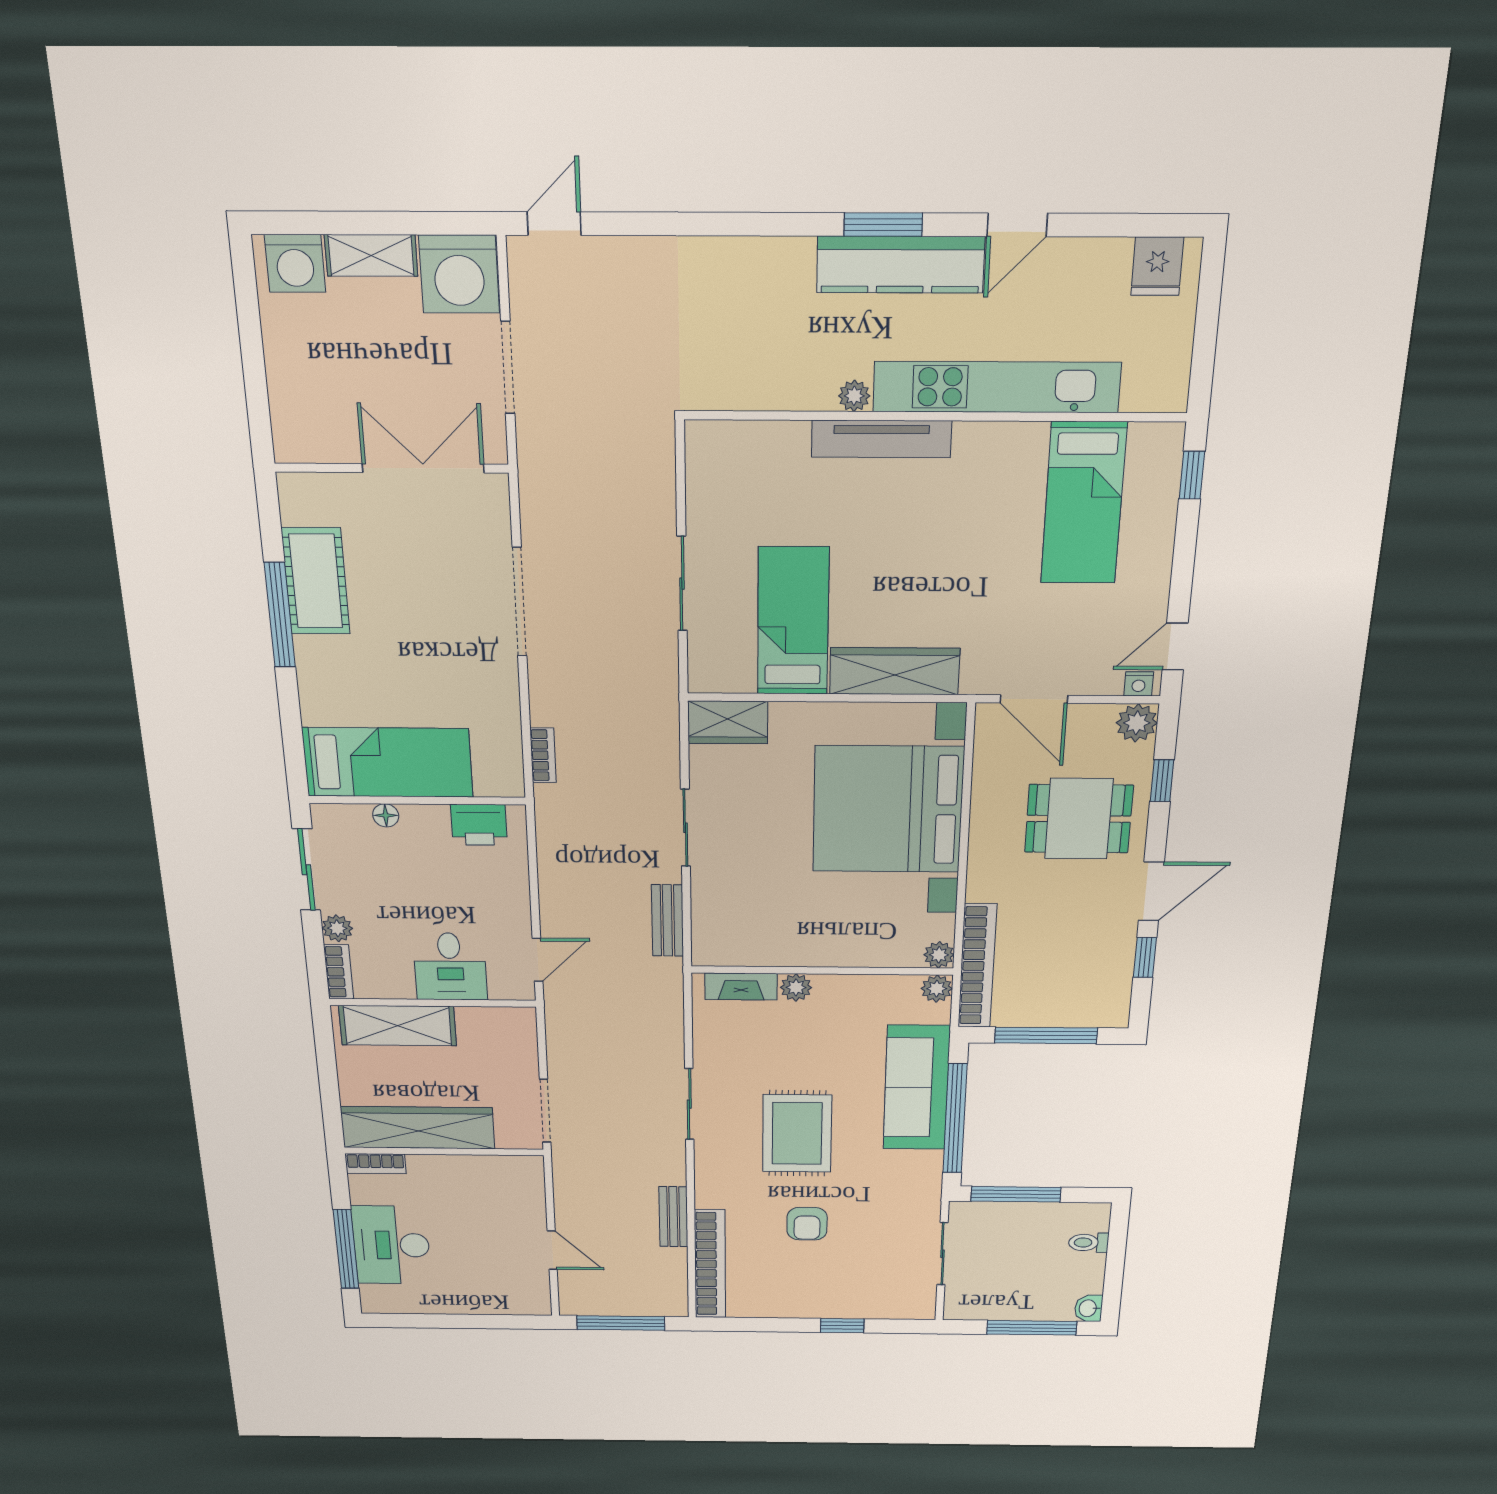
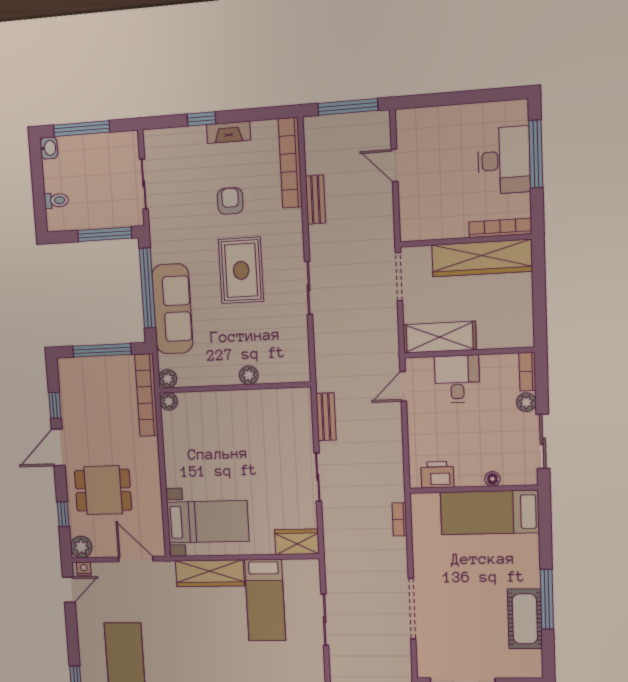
bed with nightstands: (888, 809) -> (208, 522), width x0.54
fireplace: (741, 987) -> (229, 132), moved, turned 180
shelving: (398, 1026) -> (440, 337), moved
bookcase: (376, 1164) -> (500, 228), width x1.56

